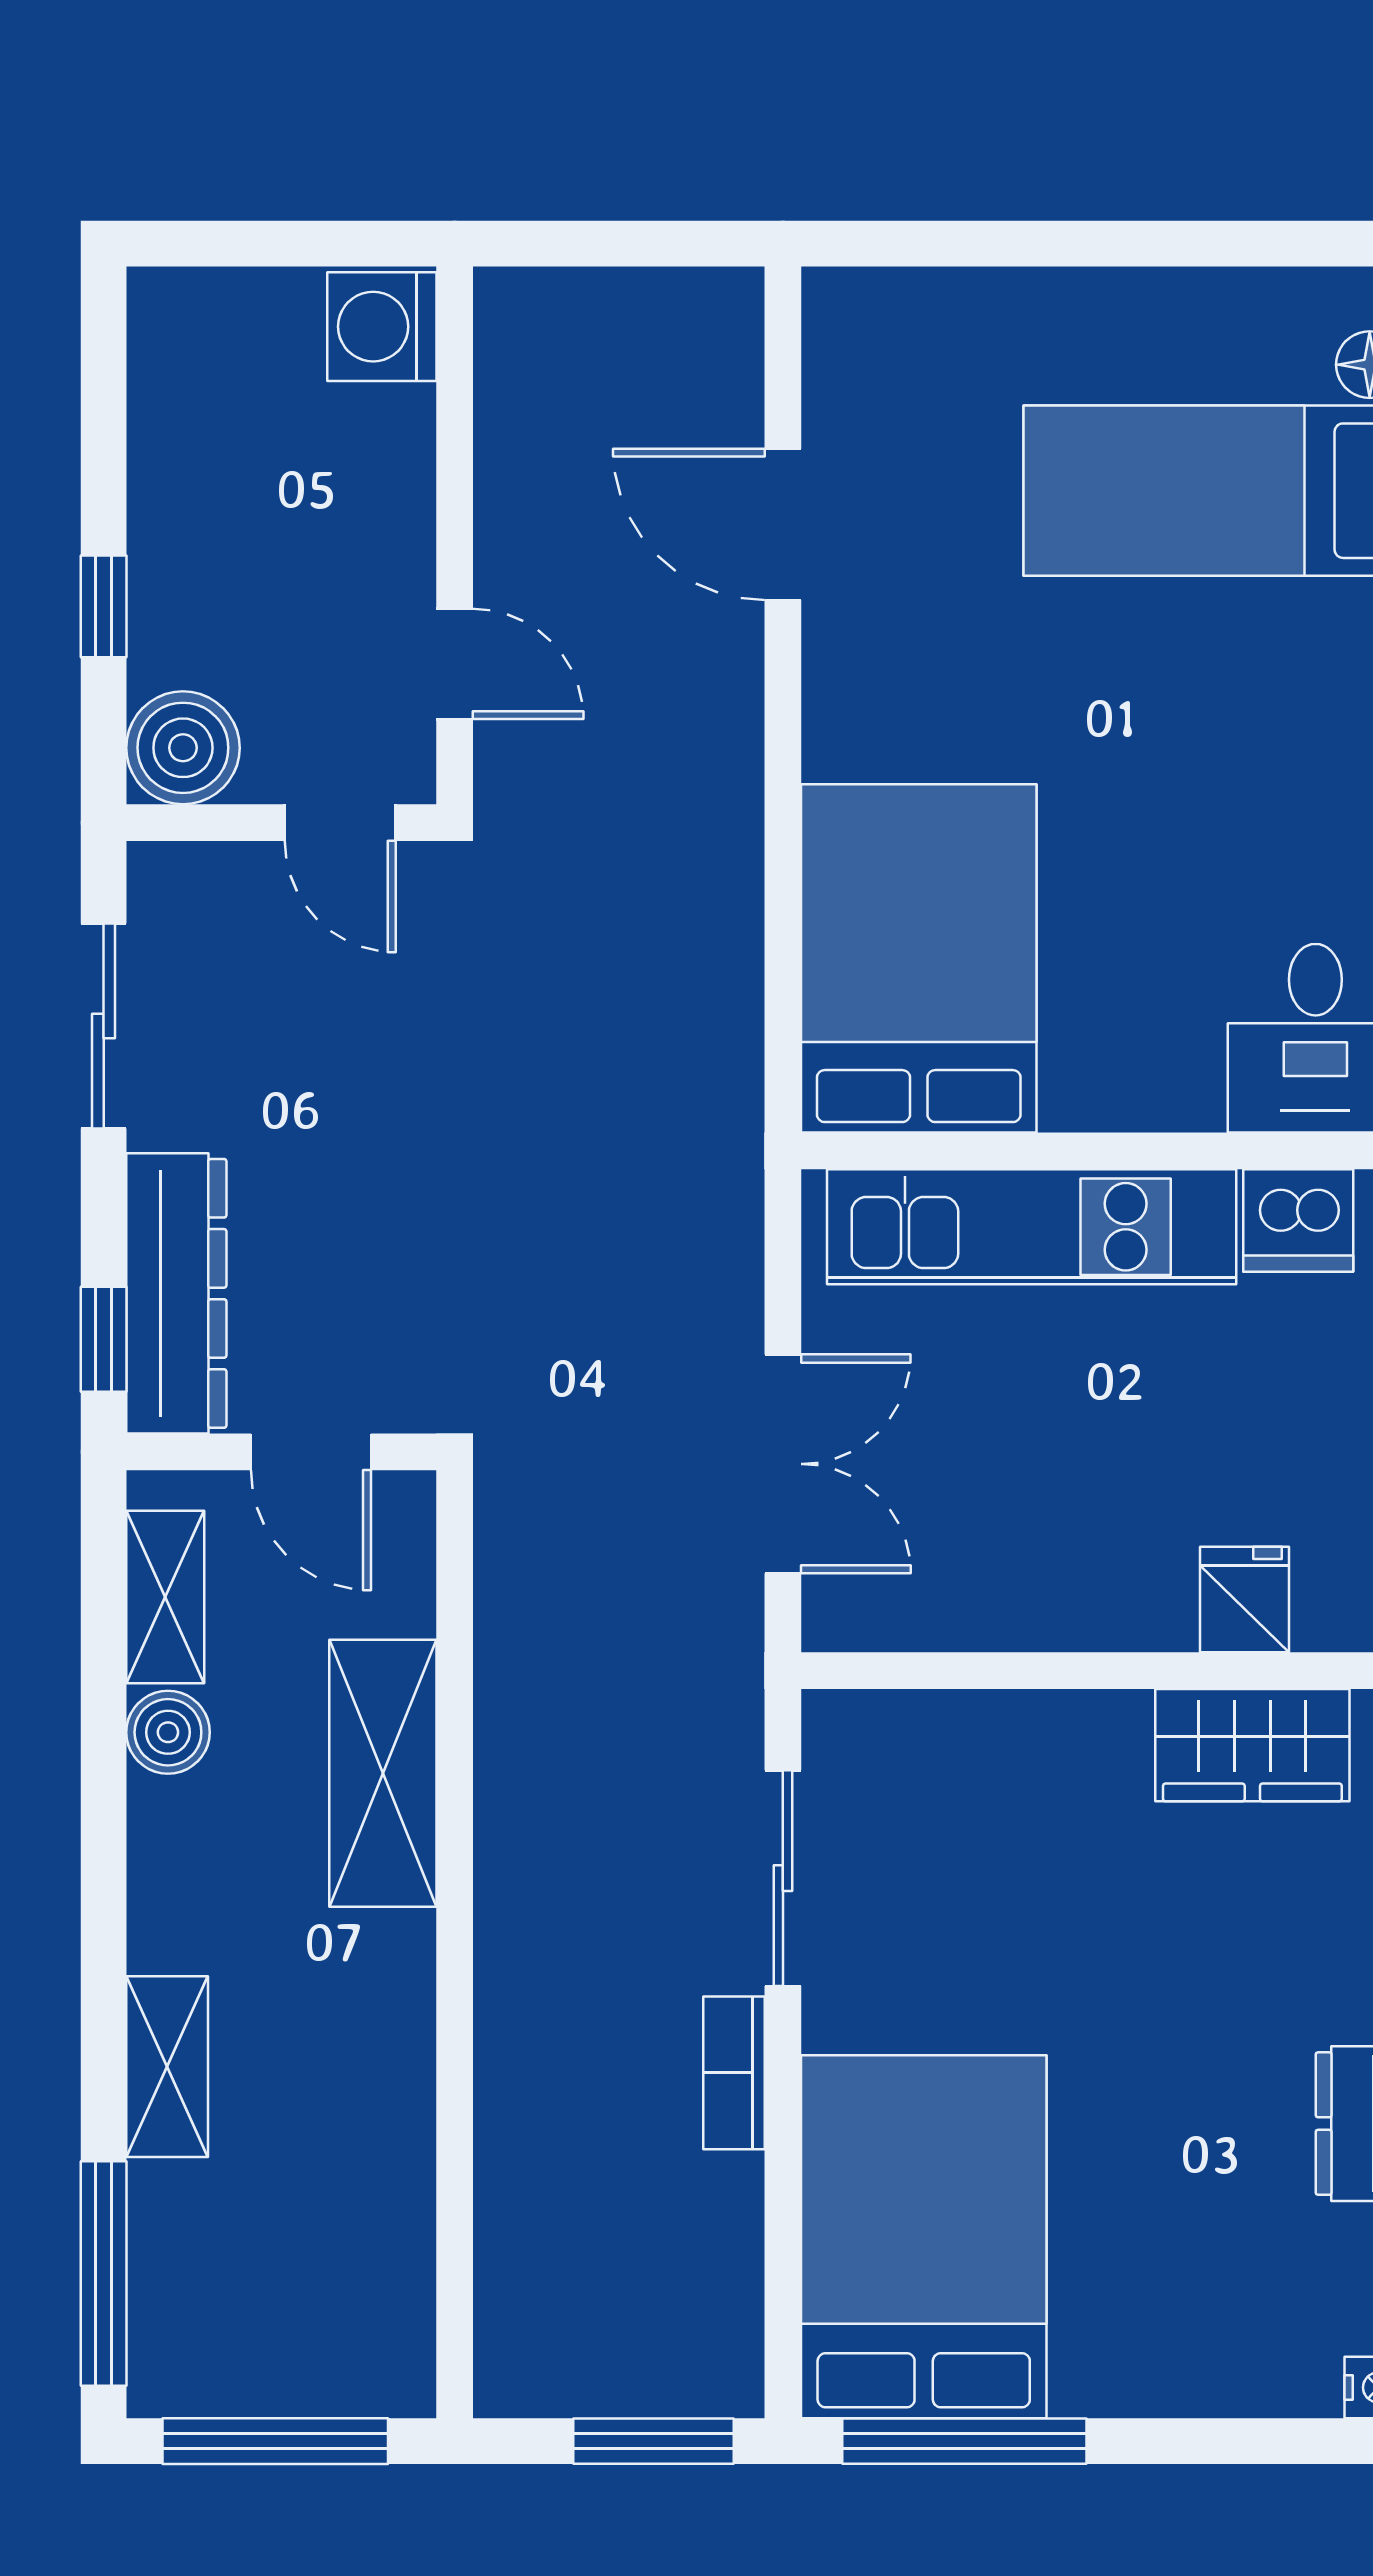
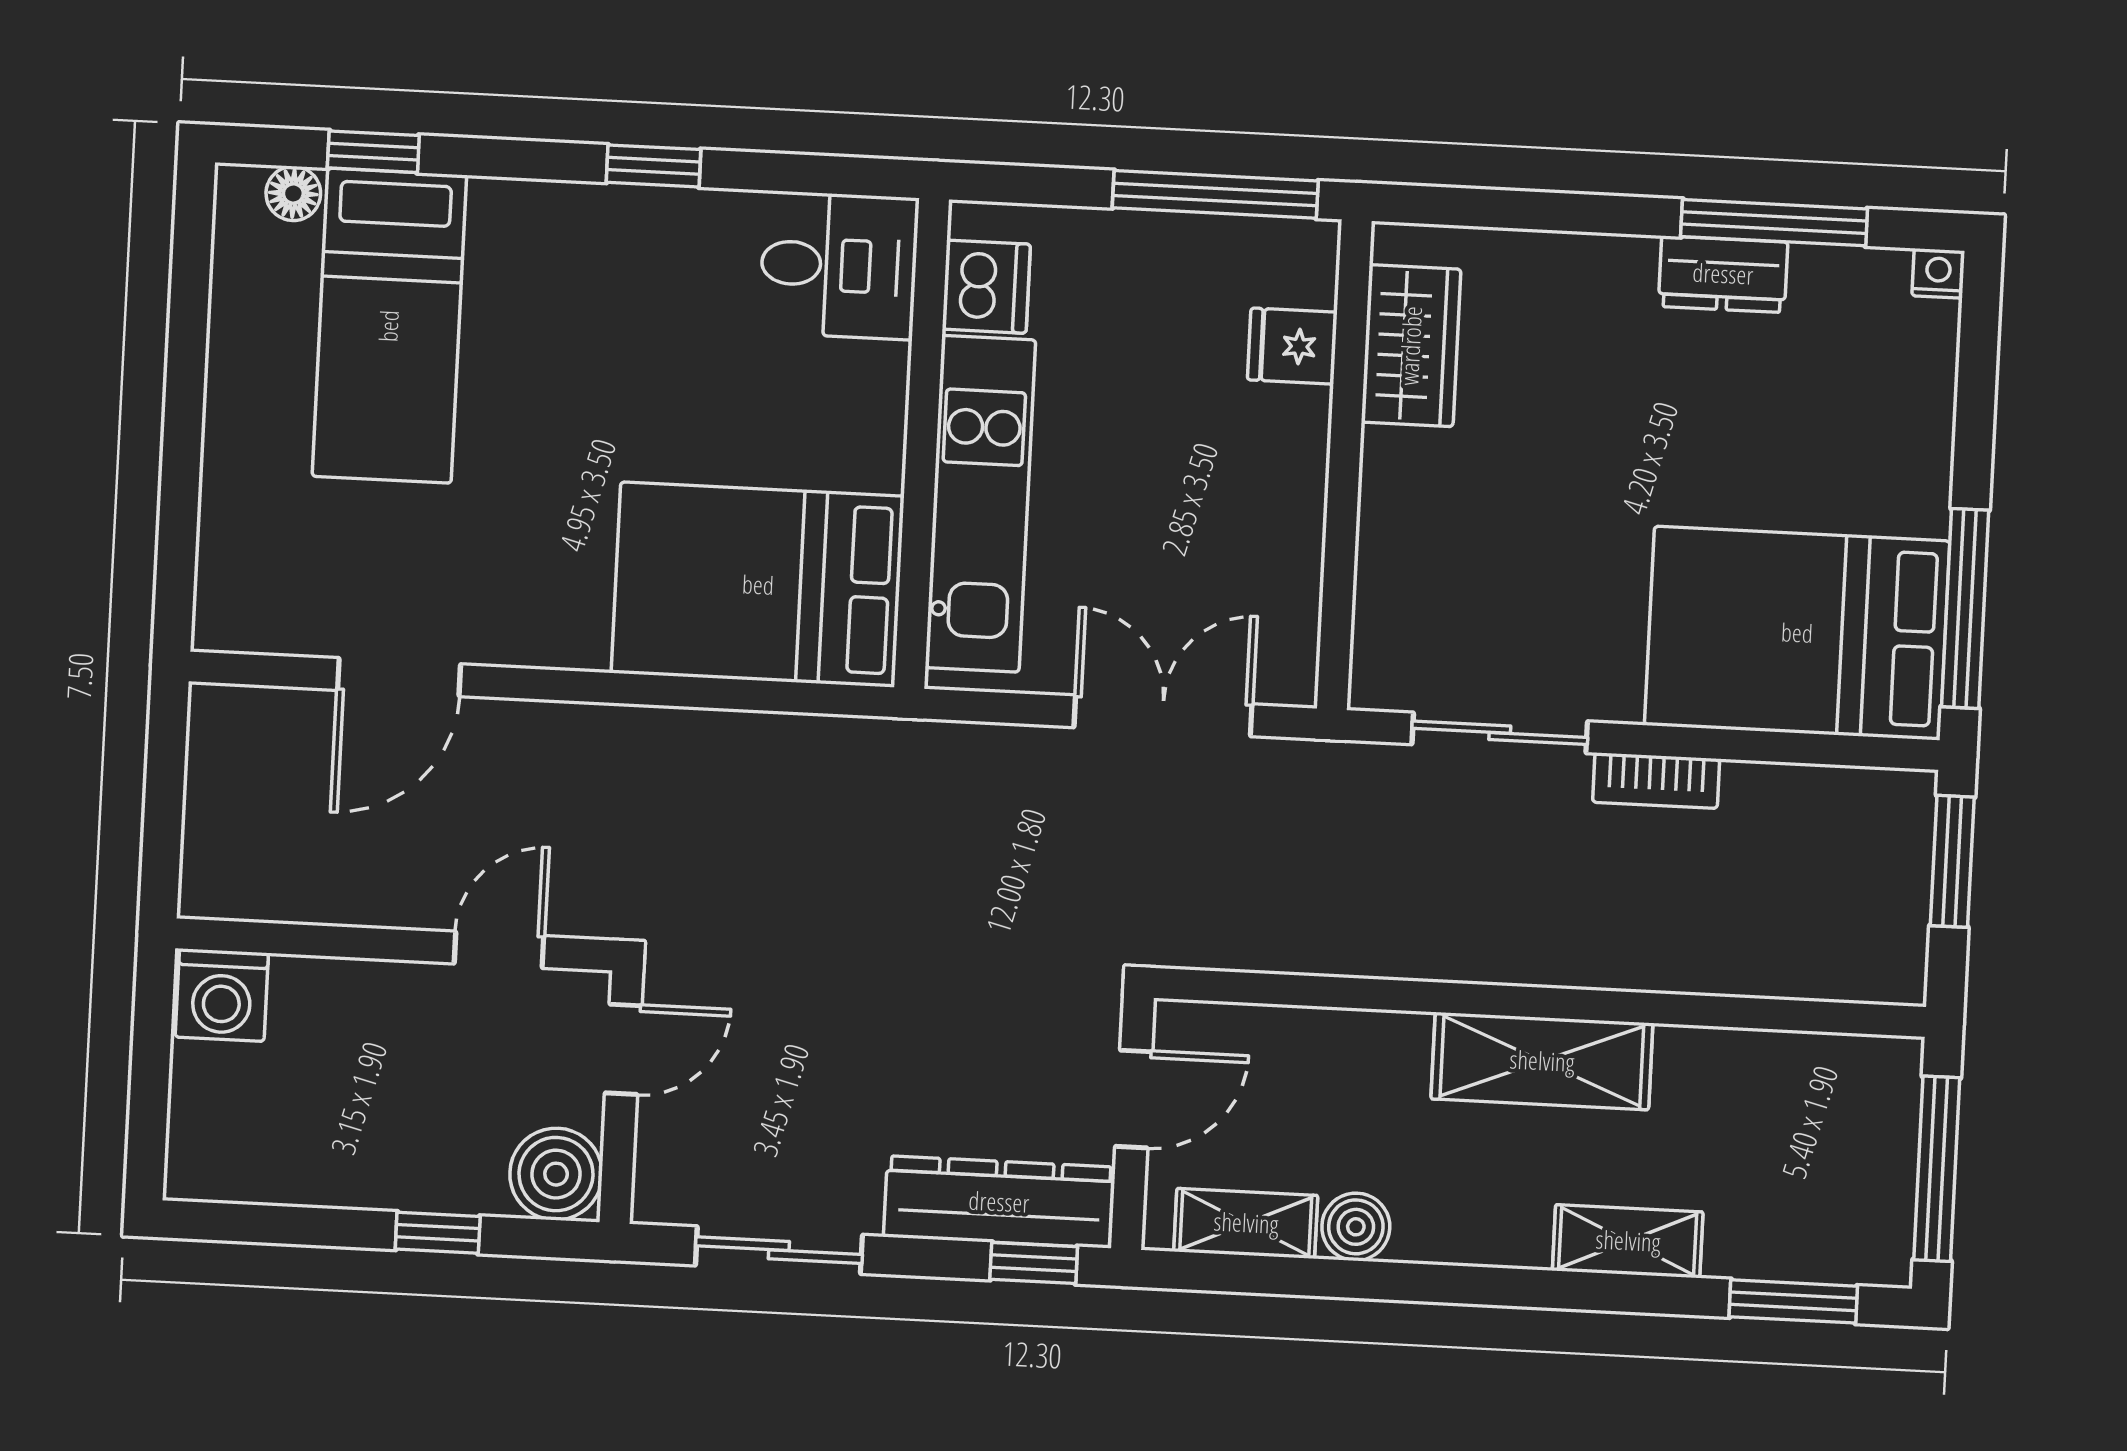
shelving: (383, 1773) -> (1542, 1061), moved
window: (104, 2273) -> (1793, 1301), width x0.69

